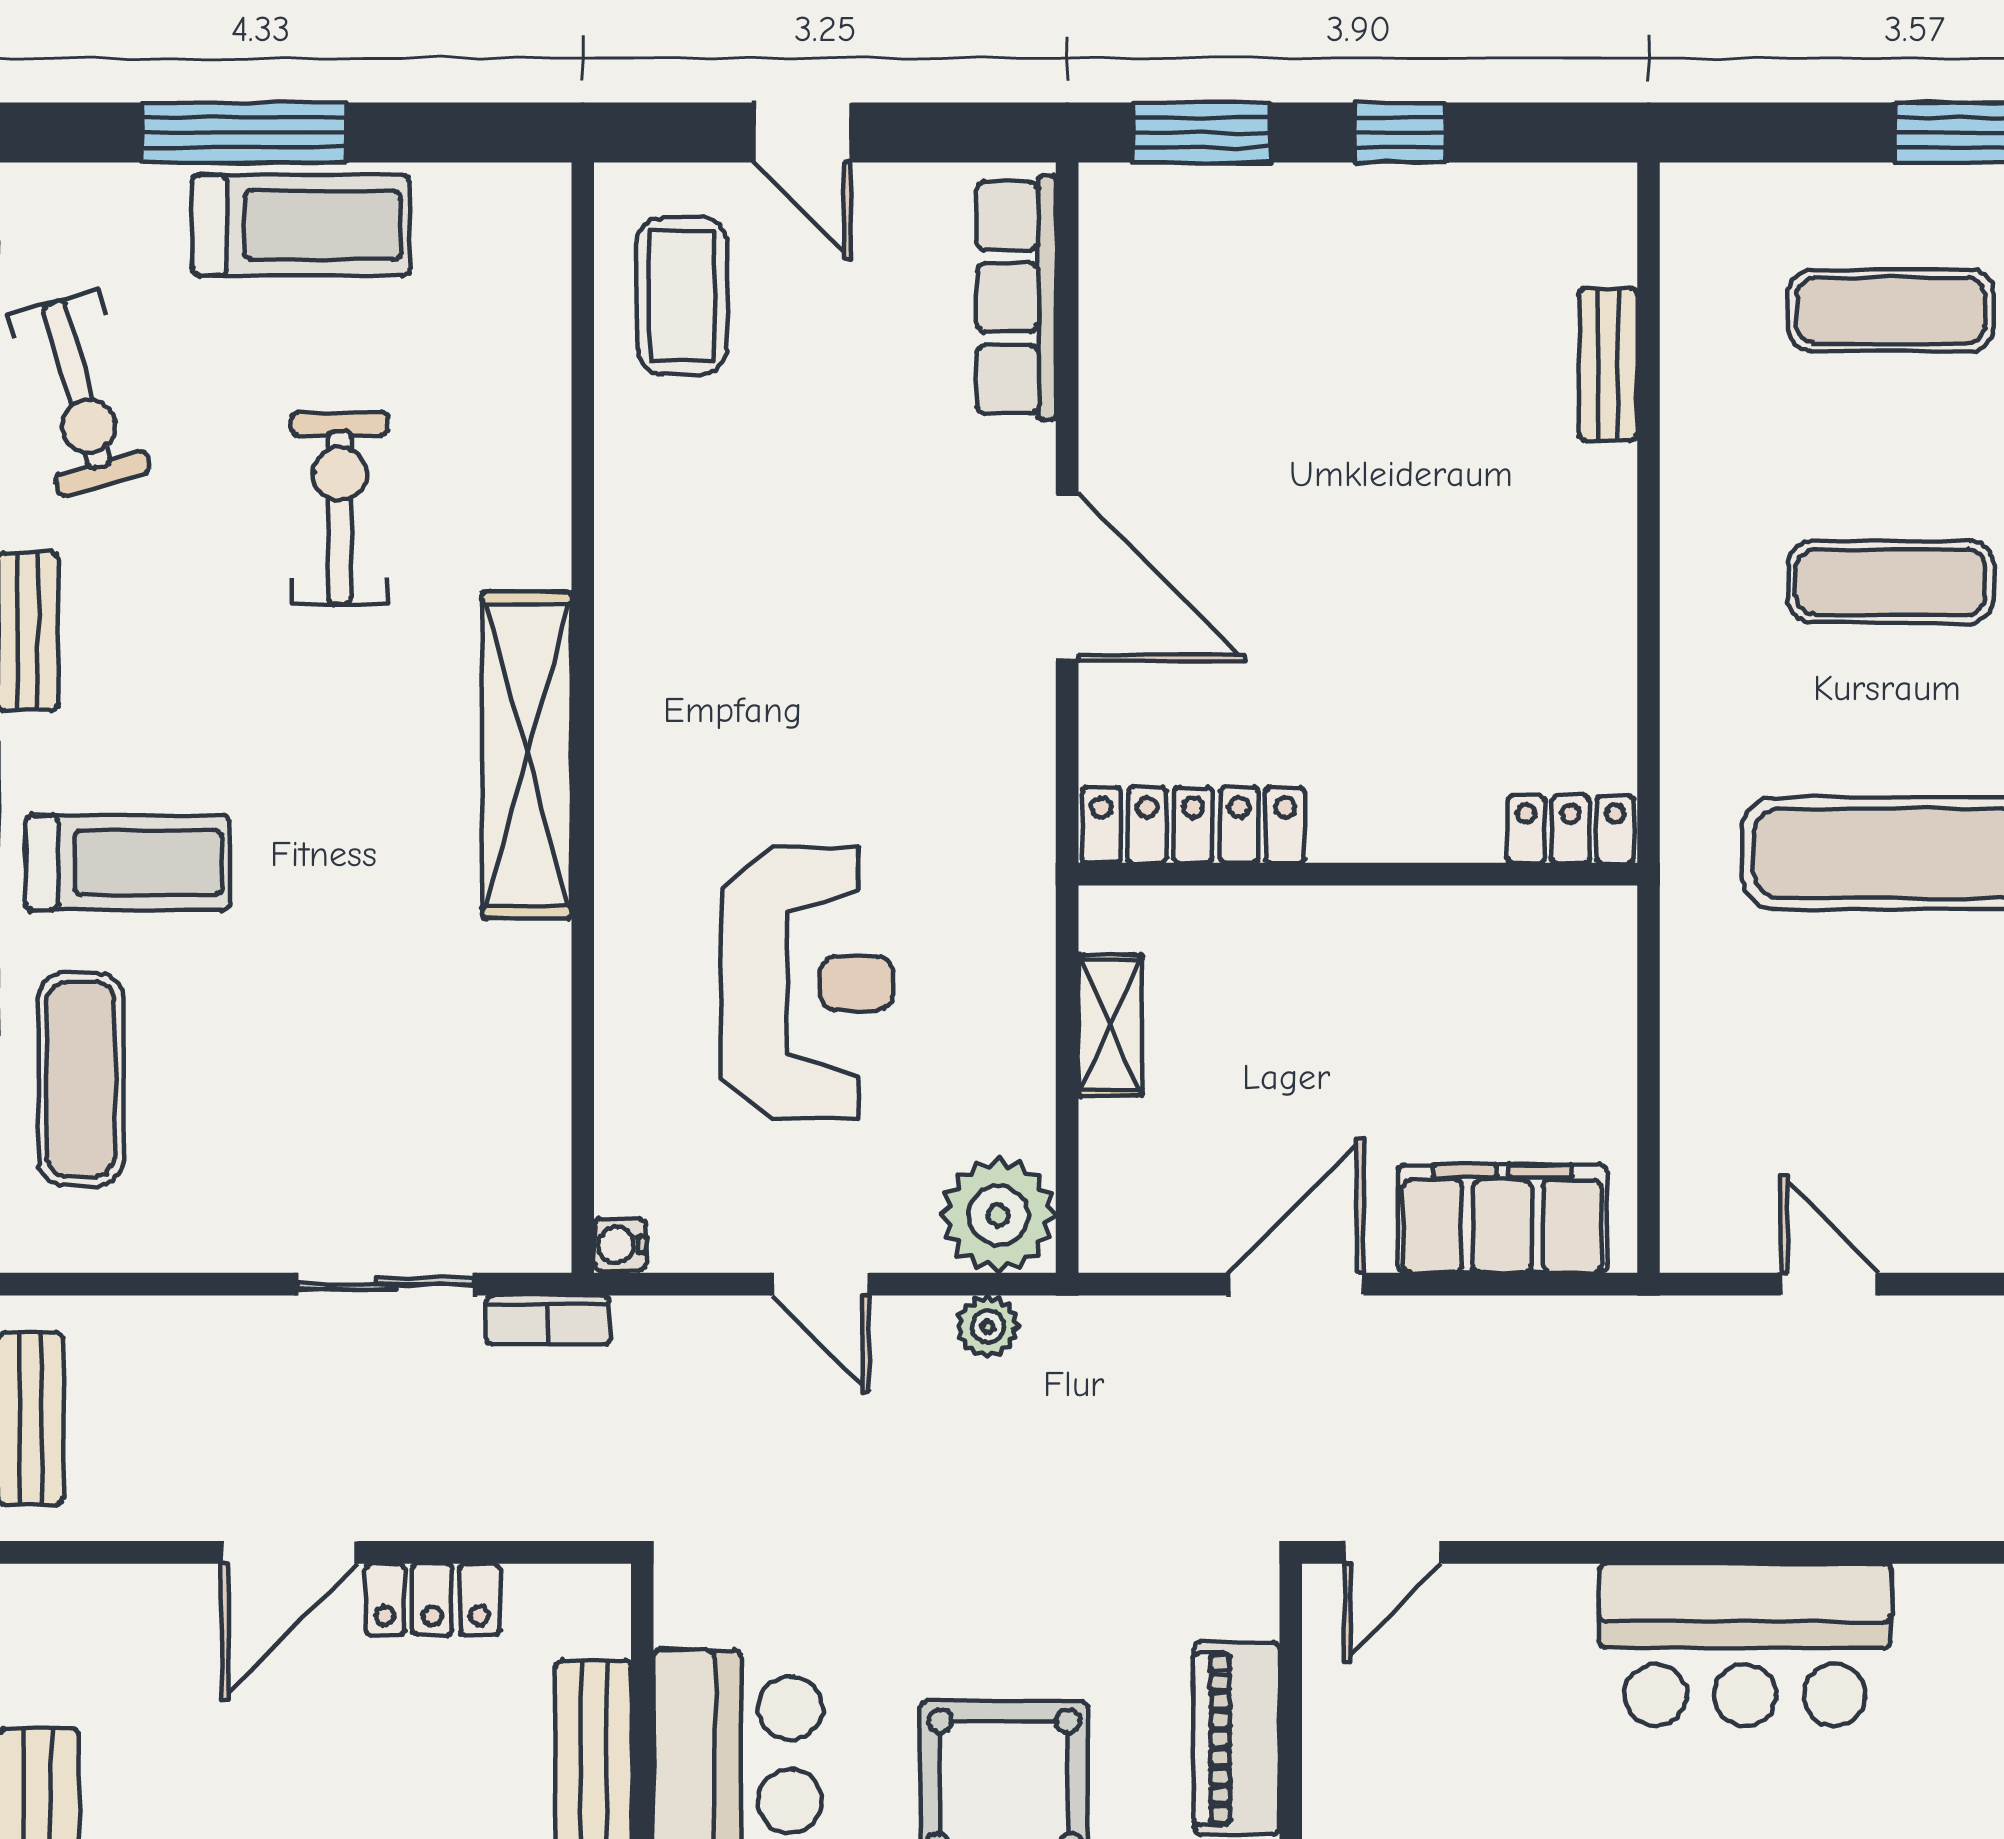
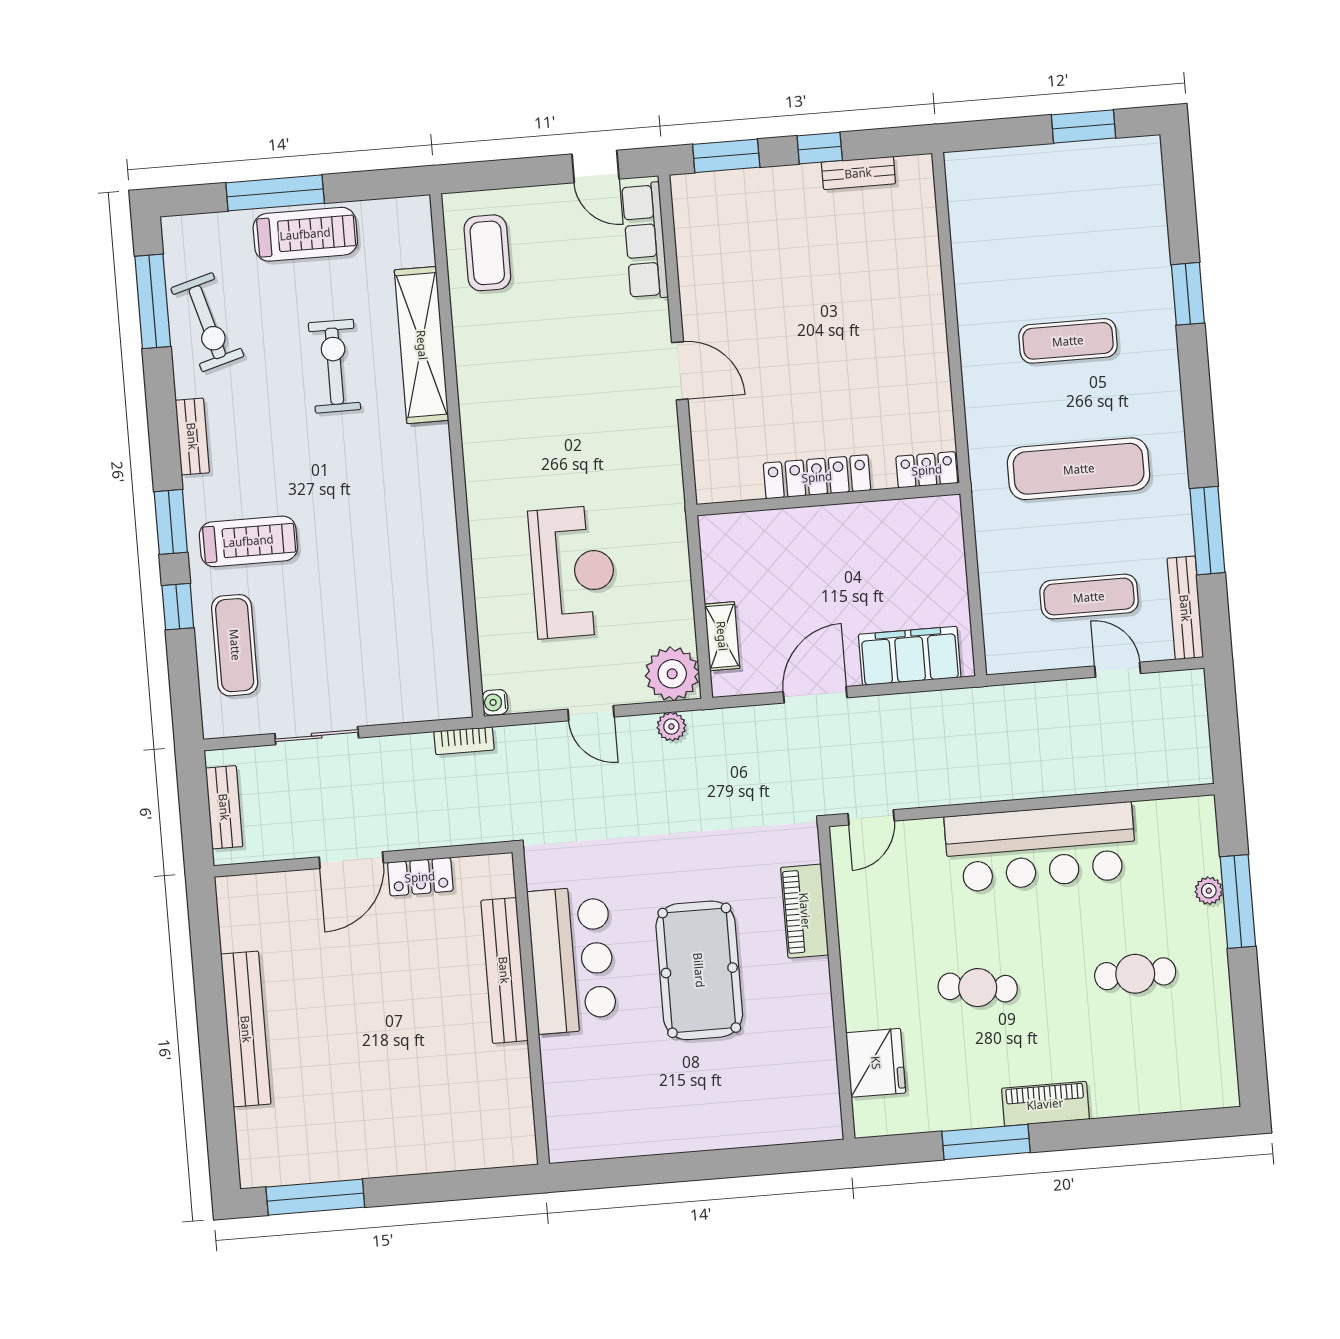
door: (802, 133) -> (595, 167), moved
exercise mat: (1891, 311) -> (1089, 597), moved
bench: (1608, 364) -> (858, 173), moved, turned 90
door: (1067, 578) -> (680, 371), width x0.73
shelving: (527, 755) -> (422, 345), moved
locker: (1193, 825) -> (817, 477), moved
shelving: (1110, 1025) -> (722, 636), moved
sliding door: (386, 1284) -> (317, 736), moved
door: (1829, 1284) -> (1118, 670), moved
bar counter: (1745, 1645) -> (1041, 847), width x1.36

